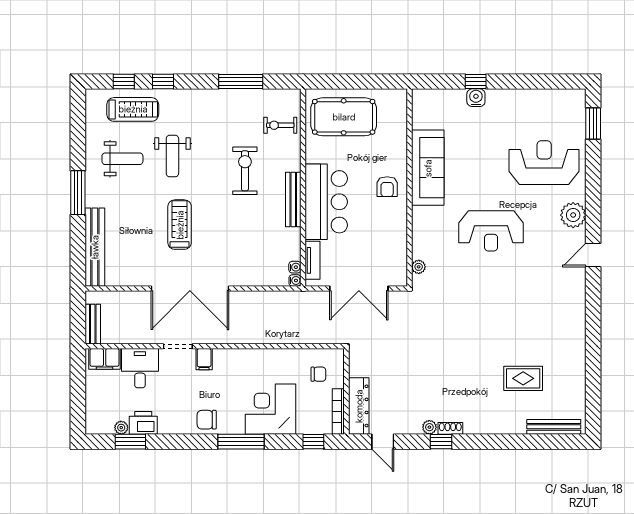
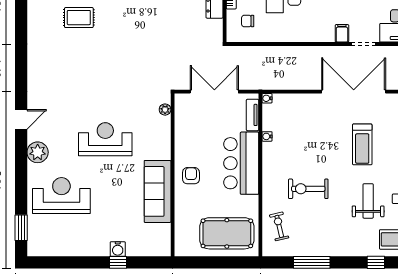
exercise bike: (280, 125) -> (279, 226), turned -103
reception desk: (544, 163) -> (61, 196), turned 180
exercise bike: (245, 171) -> (308, 189), turned 90
bench: (293, 199) -> (268, 165), removed
water cooler: (295, 267) -> (267, 136), moved

